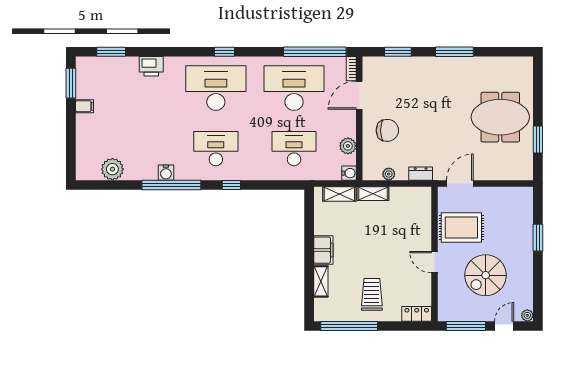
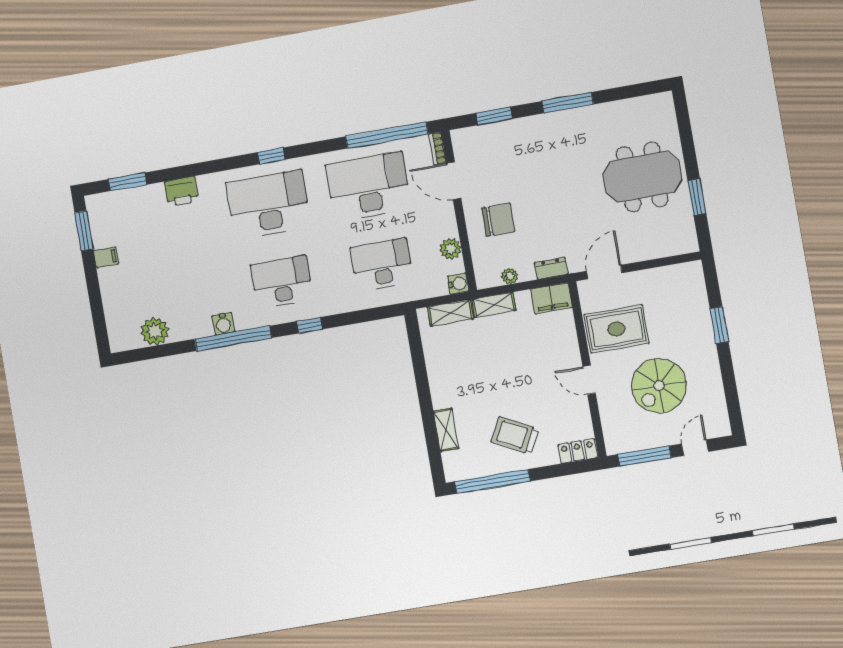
door: (359, 95) -> (454, 181), hinge flipped
filing cabinet: (323, 250) -> (551, 298), moved, turned 90
trolley: (372, 294) -> (515, 436), turned -62
plant: (527, 315) -> (723, 429), removed

